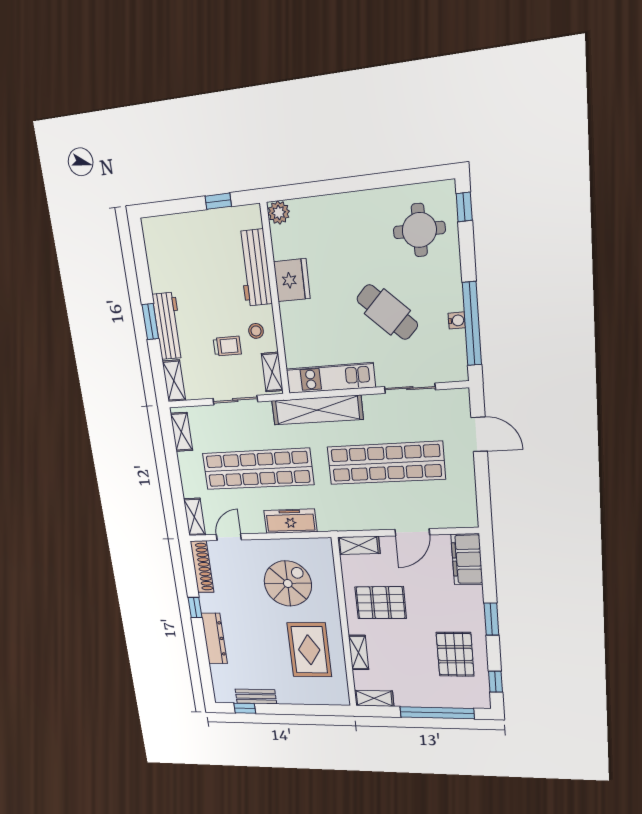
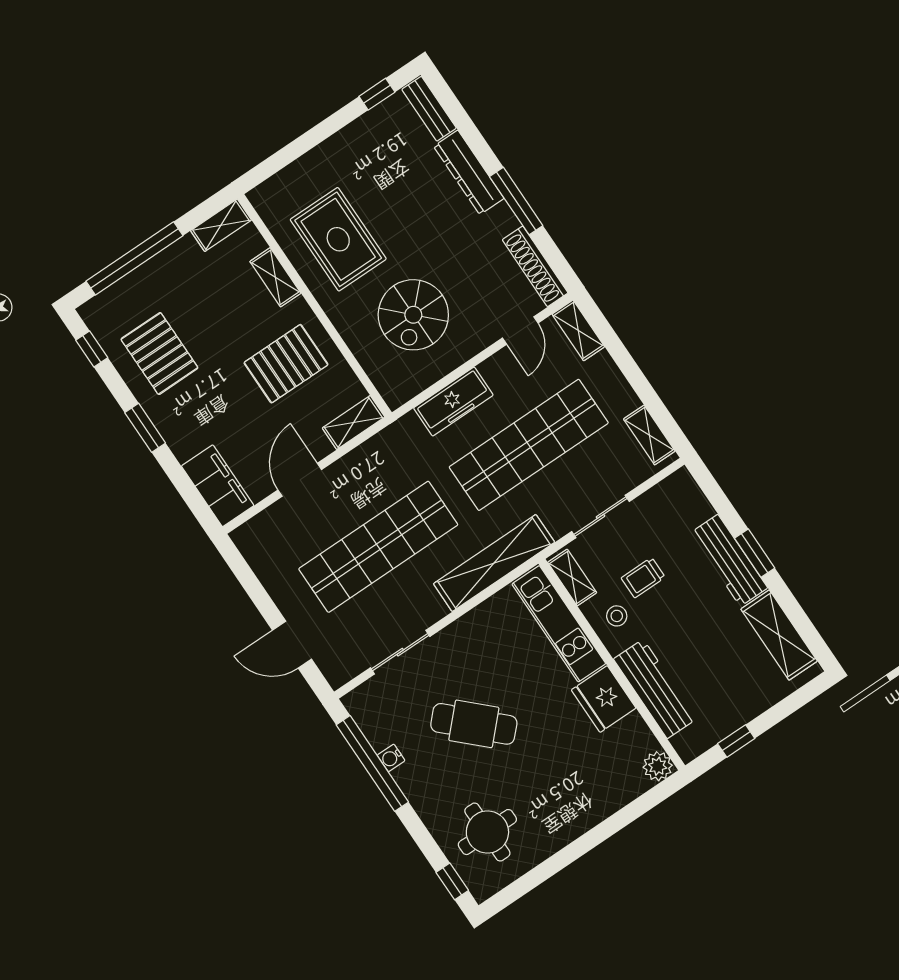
kitchen unit: (331, 378) -> (559, 624), moved, turned 90
shelving: (174, 381) -> (779, 635), moved, width x1.50, depth x1.33
window: (195, 608) -> (516, 201), width x2.17
bench: (256, 696) -> (429, 109), moved, turned 90

